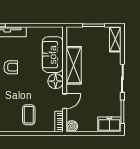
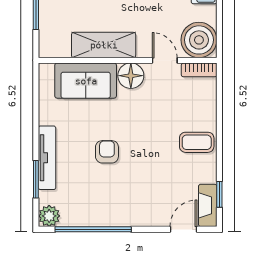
coffee table: (29, 115) -> (197, 142), moved
boiler: (72, 126) -> (199, 40), width x1.86, depth x1.86

